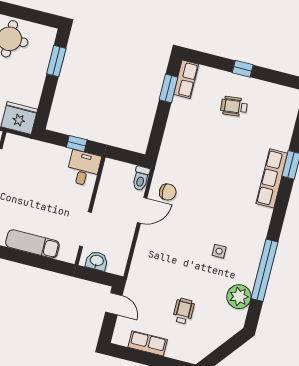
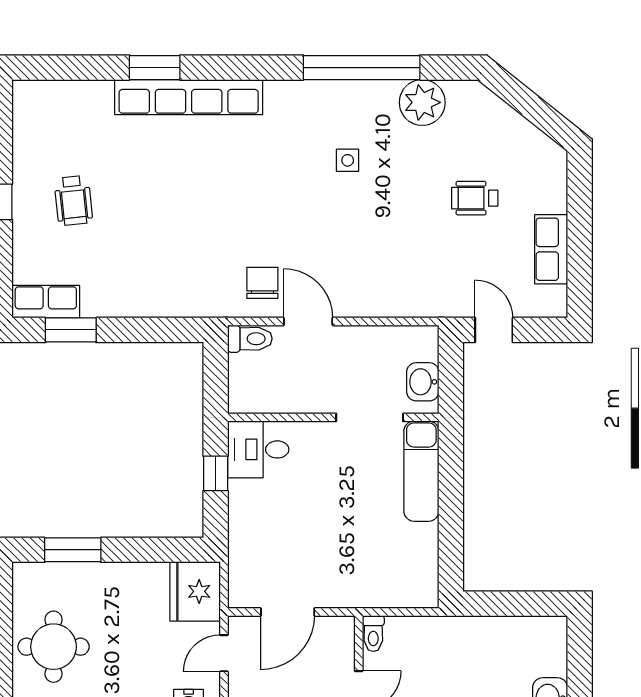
row of seats: (272, 178) -> (189, 97), width x1.36
exam couch: (32, 244) -> (421, 471), moved
door: (114, 304) -> (494, 330), hinge flipped

